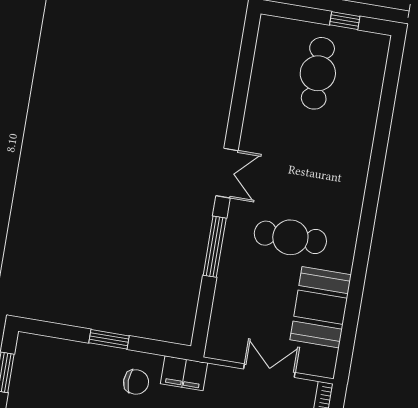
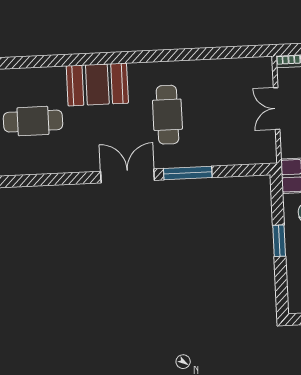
double door: (227, 173) -> (128, 176), width x1.37
booth: (321, 307) -> (97, 84), moved

